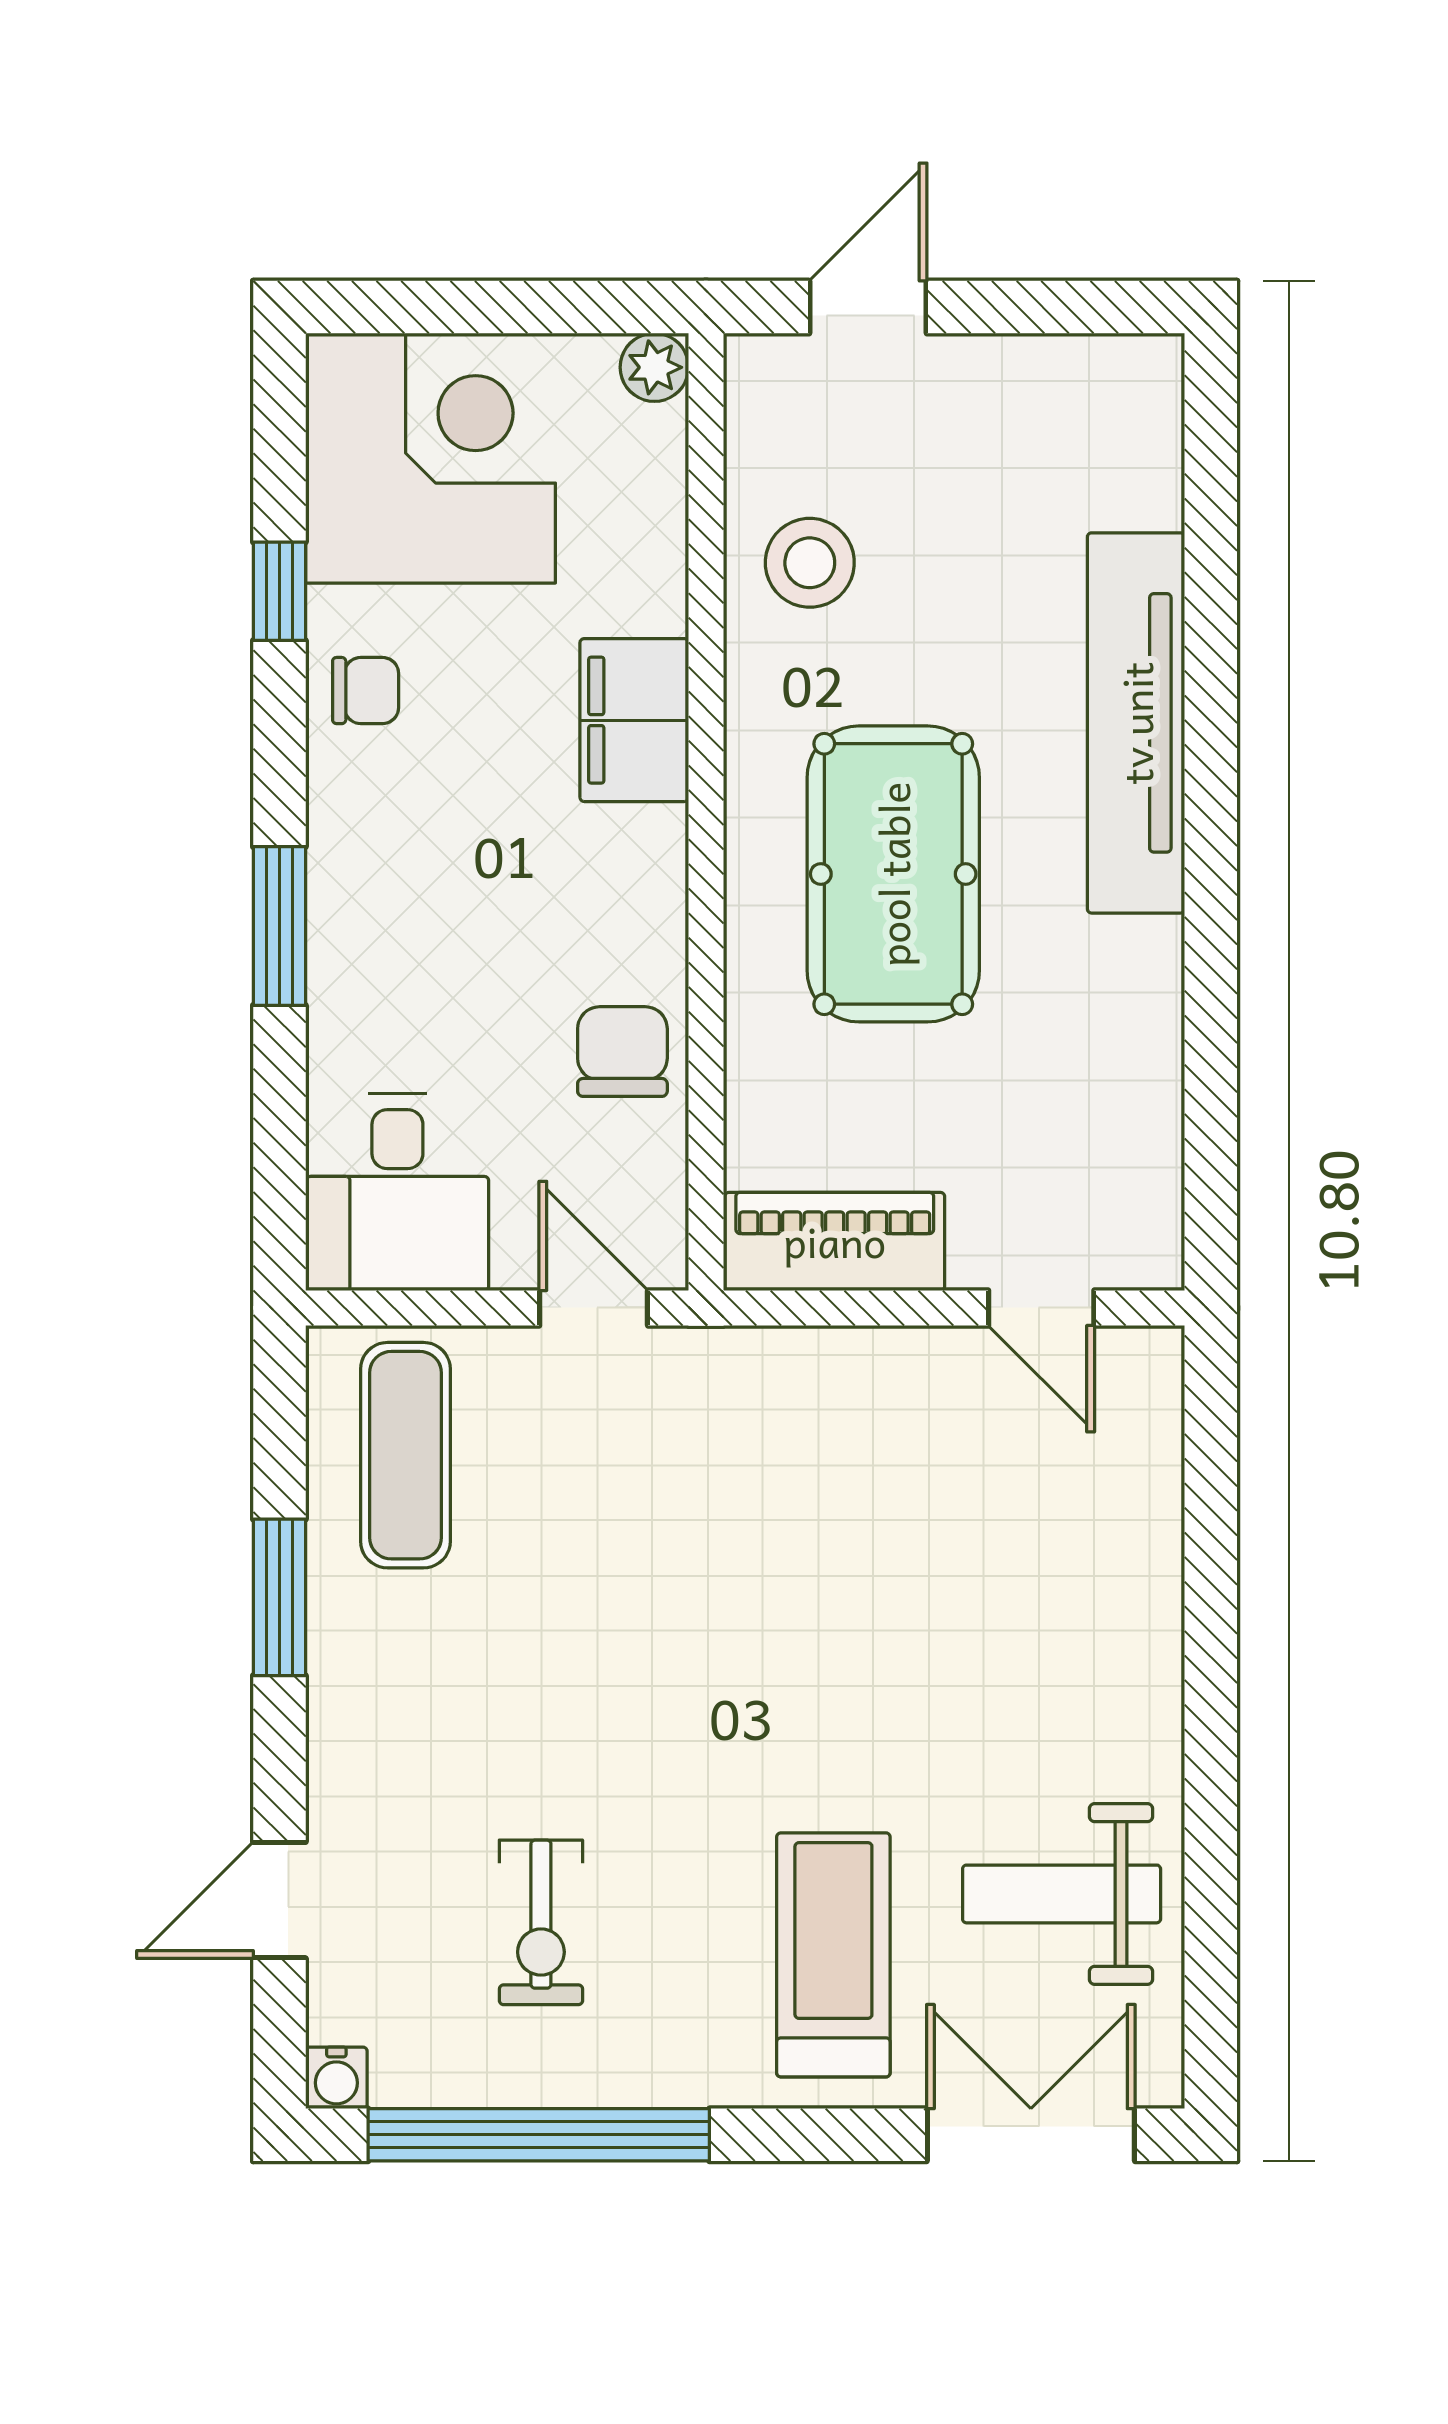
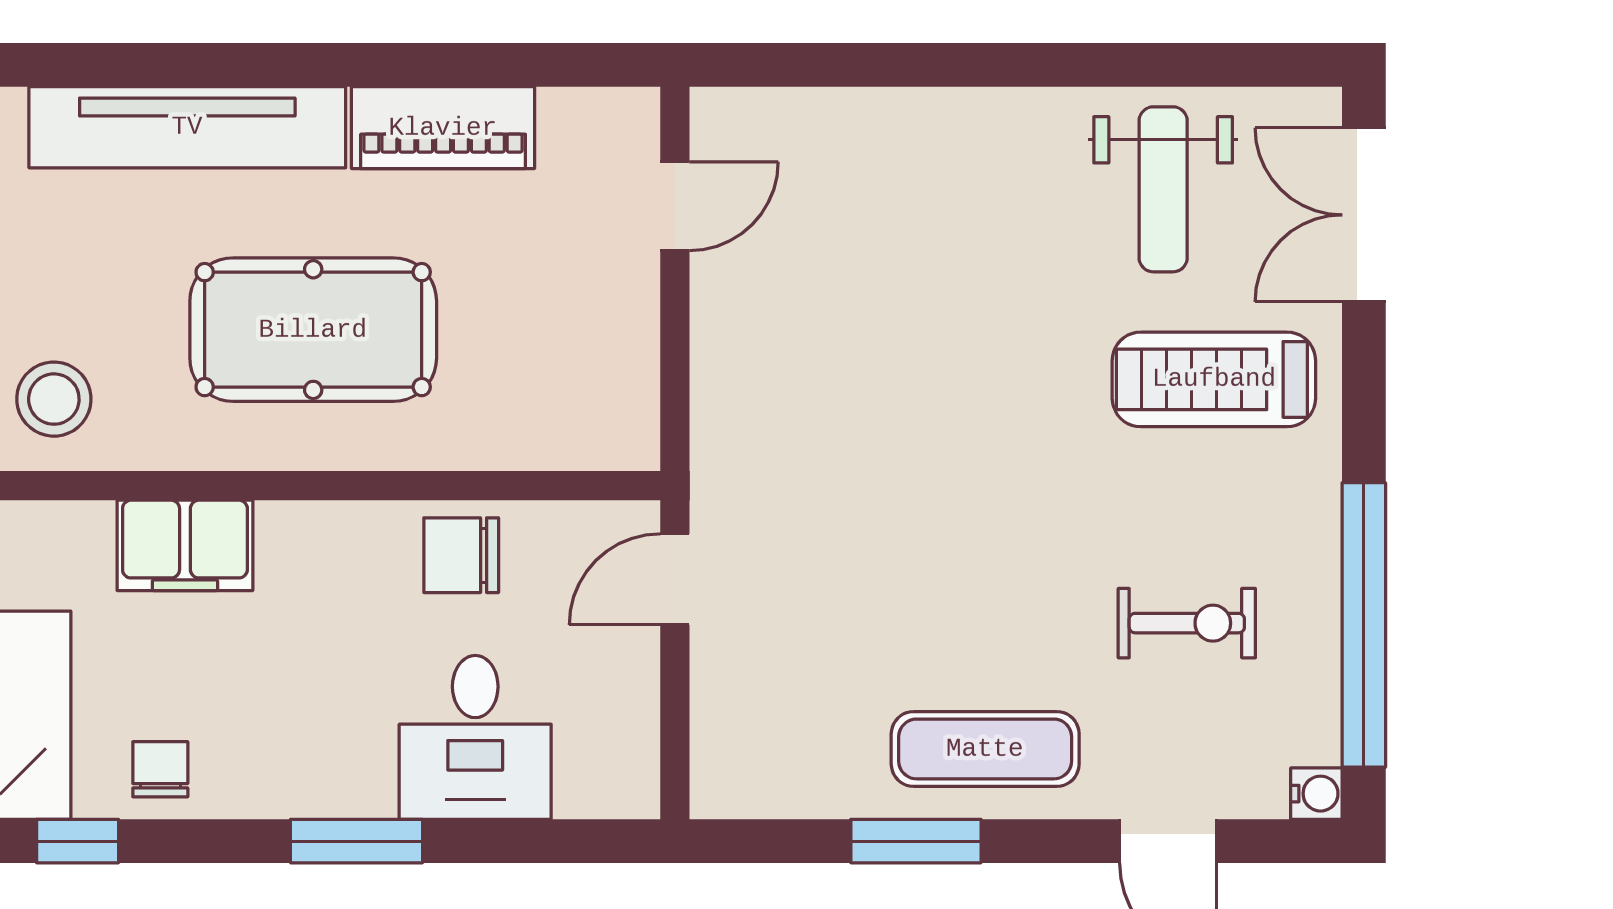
desk: (397, 1192) -> (475, 737), moved, turned 90
piano: (835, 1241) -> (443, 128), moved, turned -90
exercise mat: (405, 1455) -> (985, 749), moved

